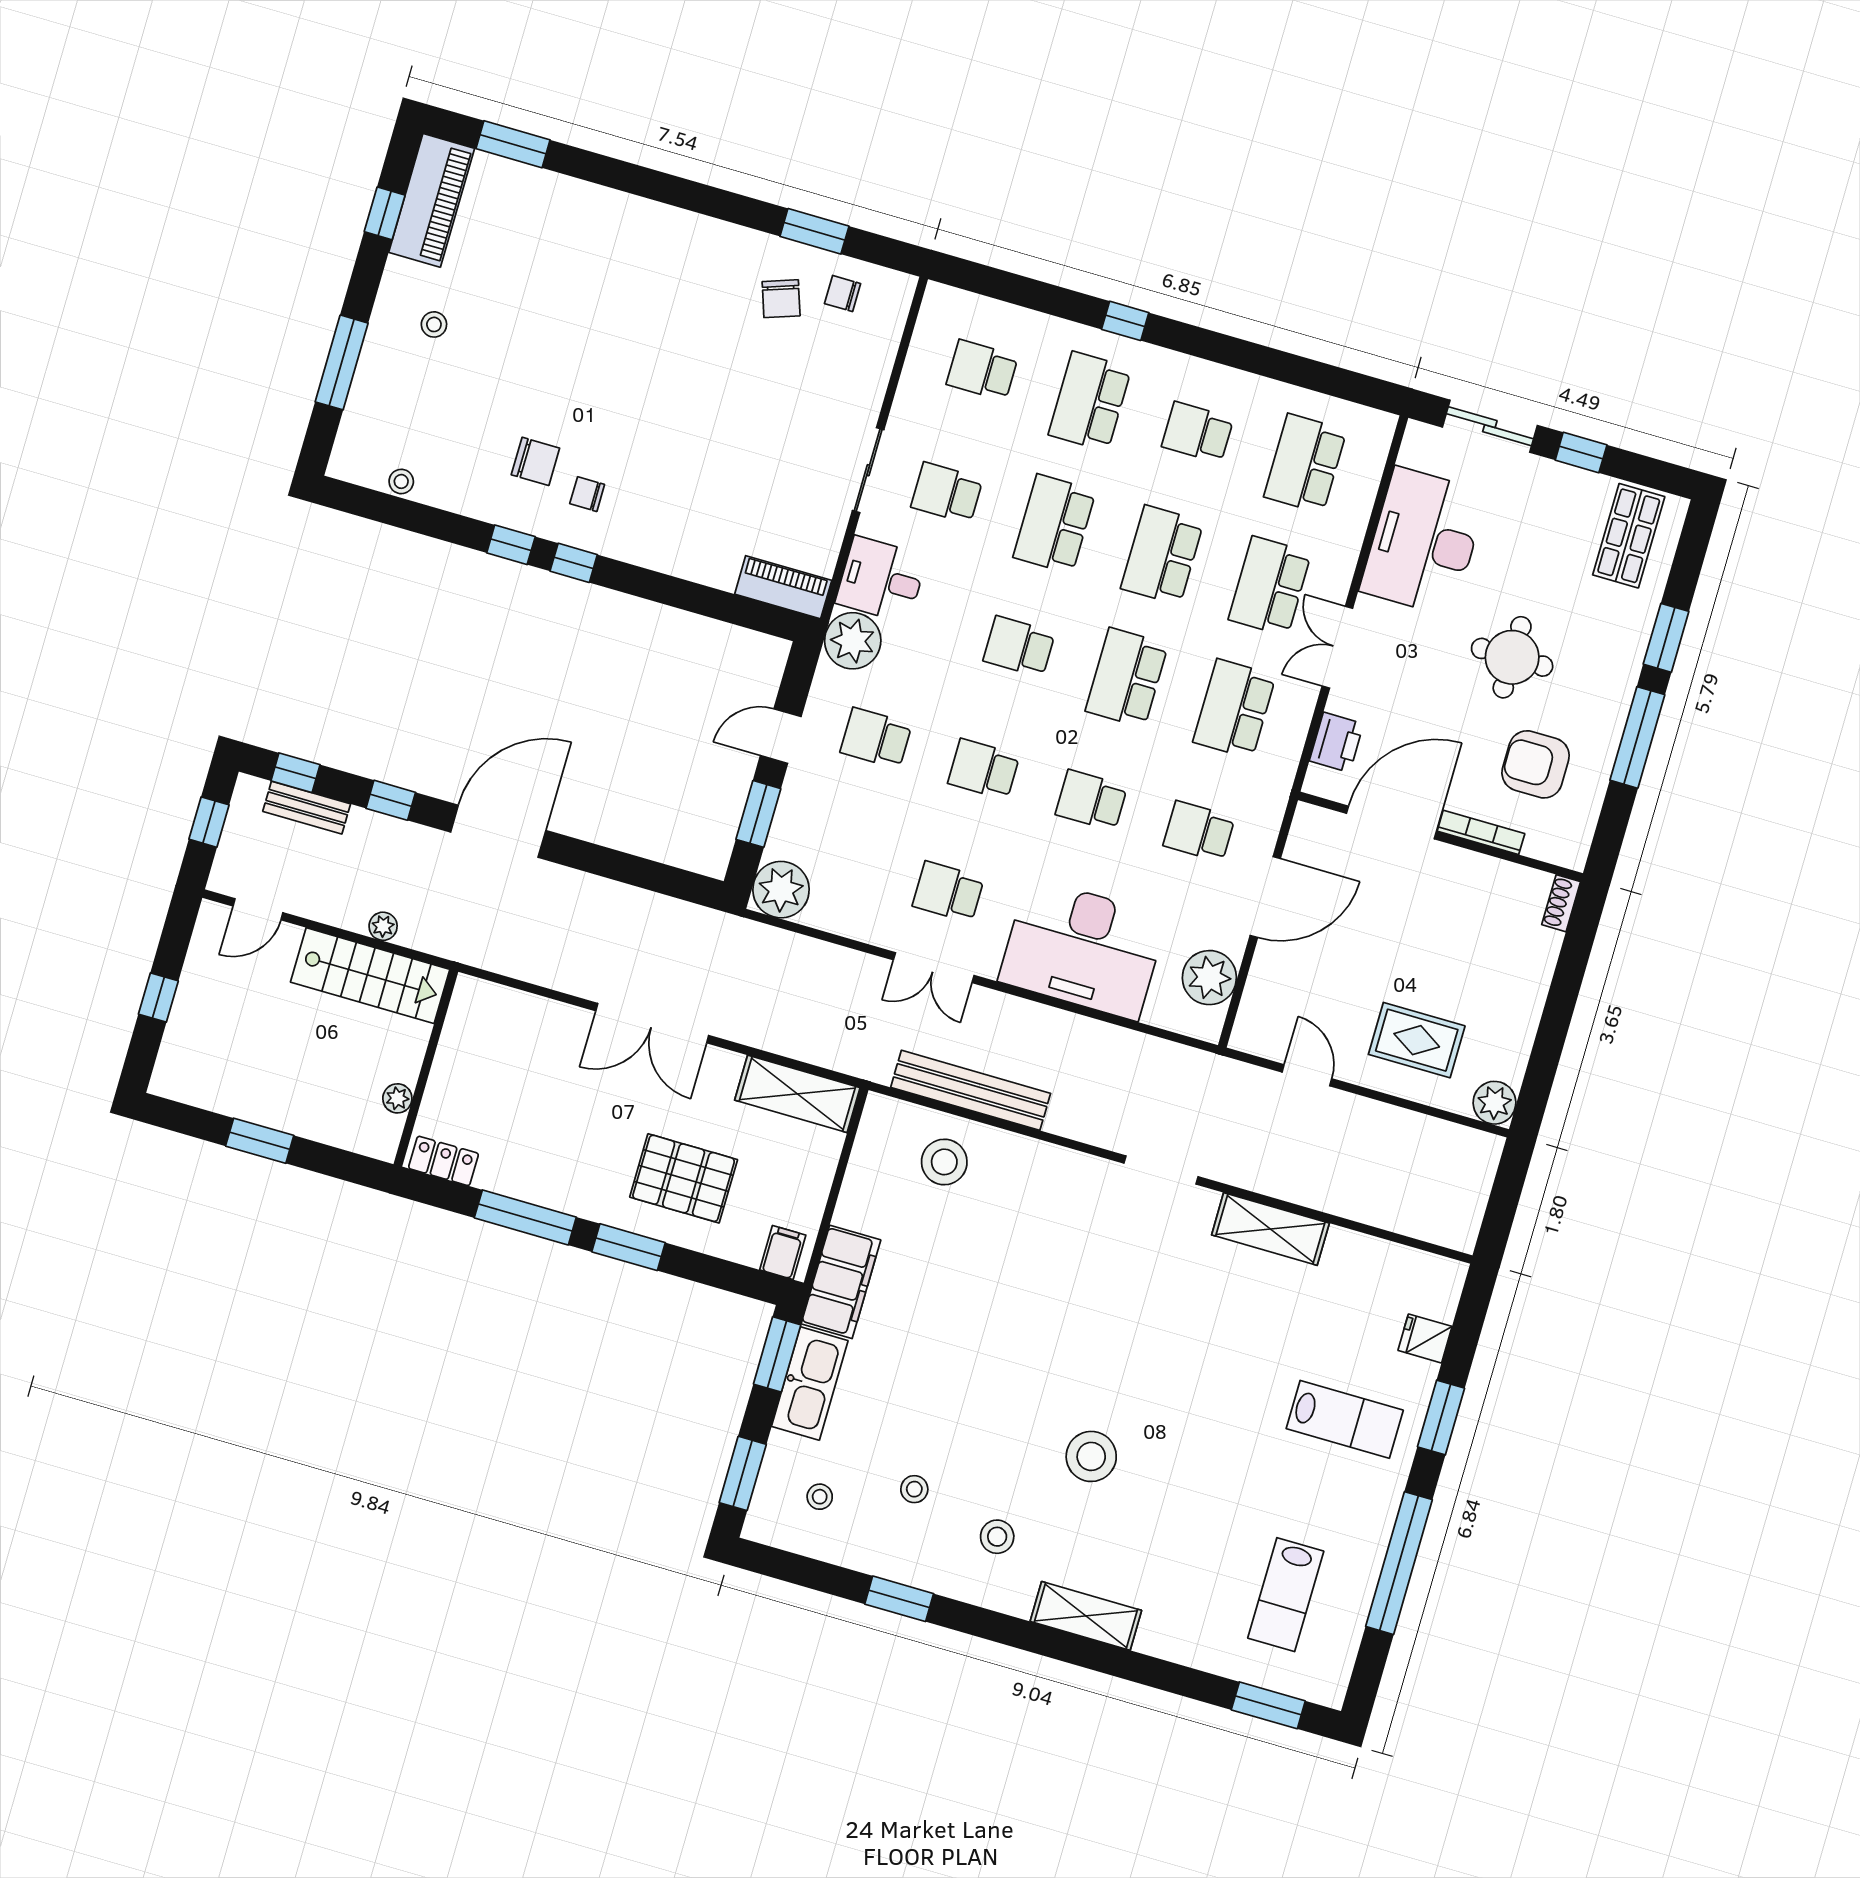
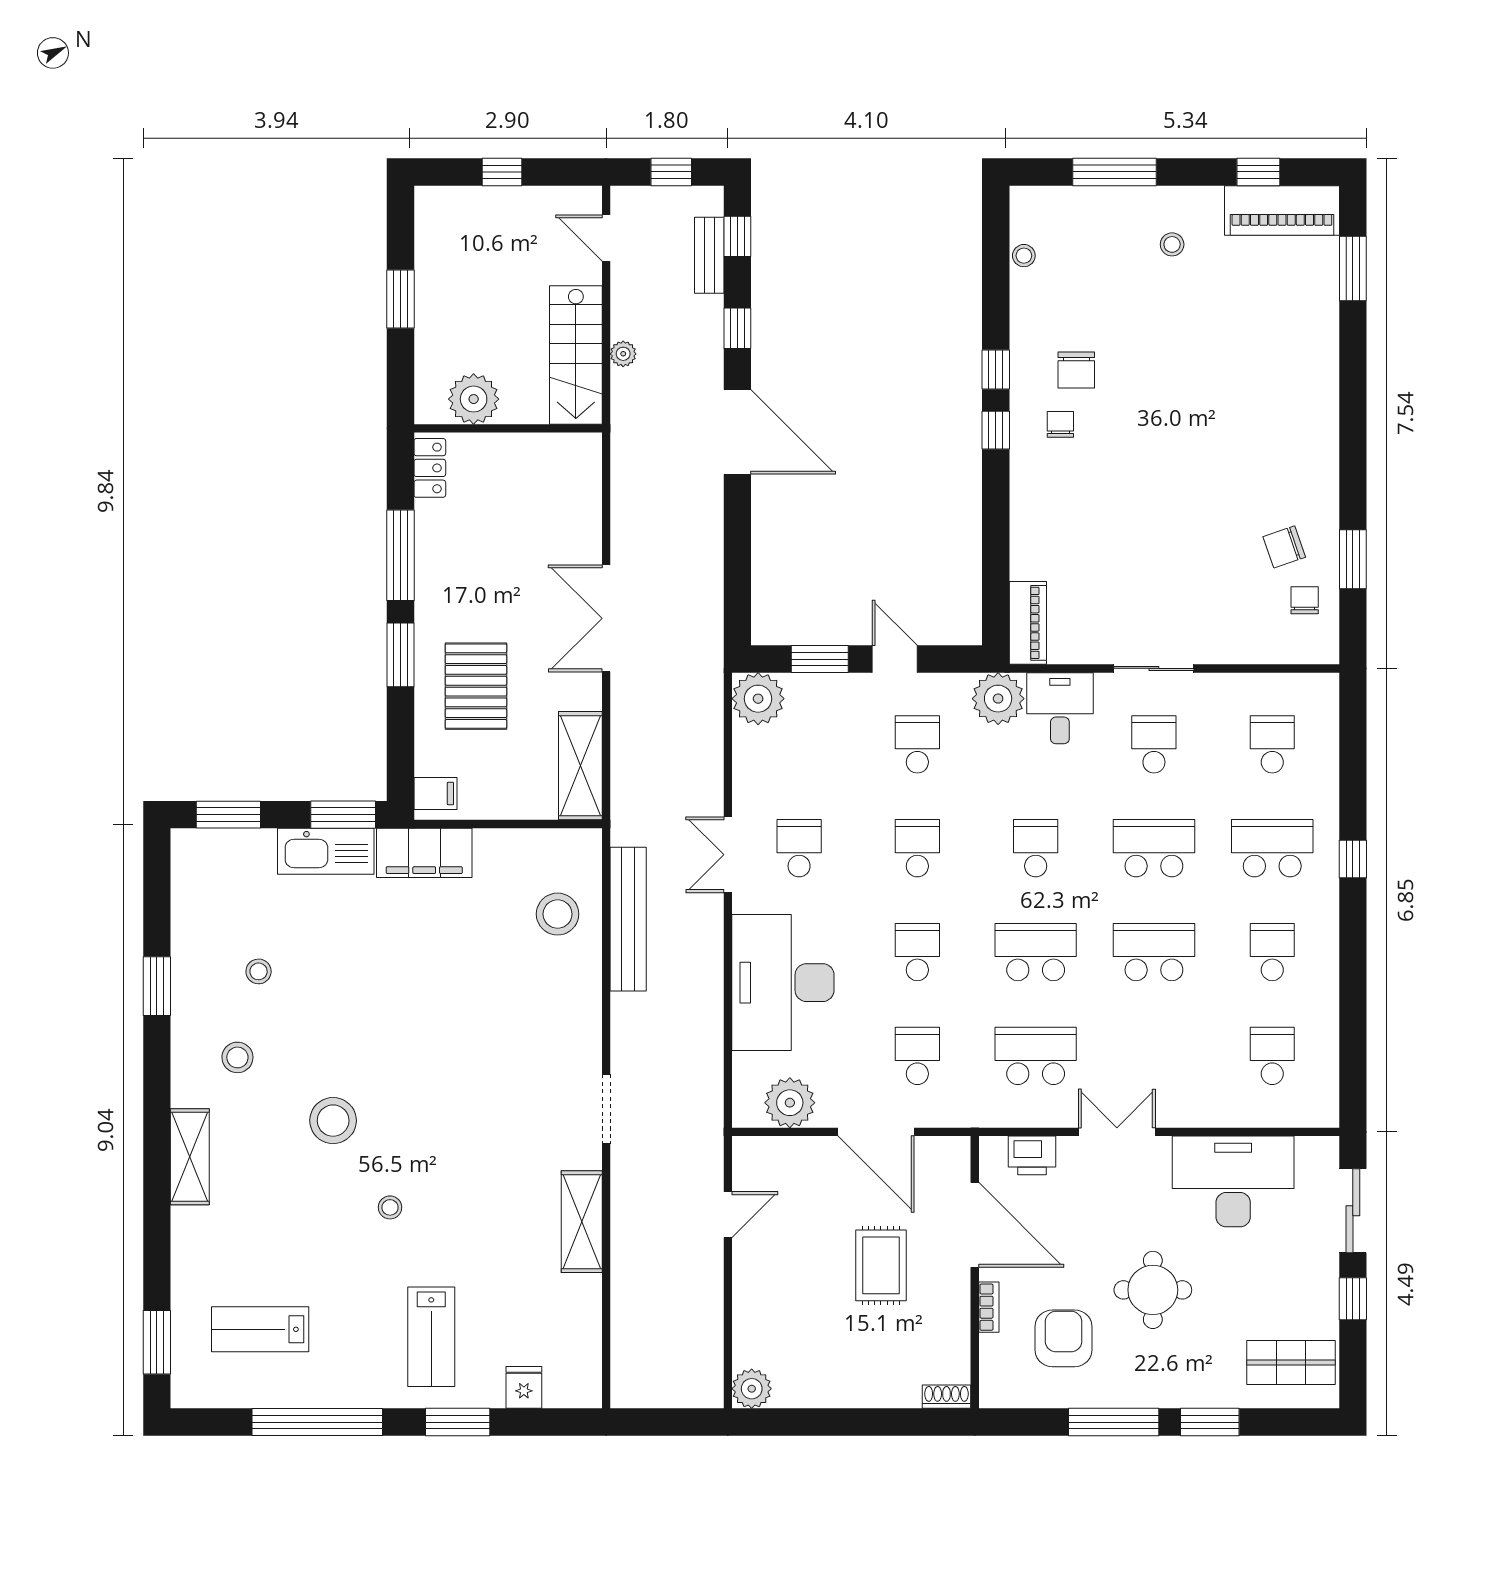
school desk: (1305, 463) -> (1272, 1056), width x0.54
school desk: (1270, 586) -> (1154, 1056), removed
bookcase: (1481, 832) -> (989, 1307), width x0.64
rug: (1417, 1040) -> (881, 1265), moved
plant: (397, 1098) -> (474, 399), width x1.87, depth x1.87
stool: (820, 1497) -> (390, 1207), moved

